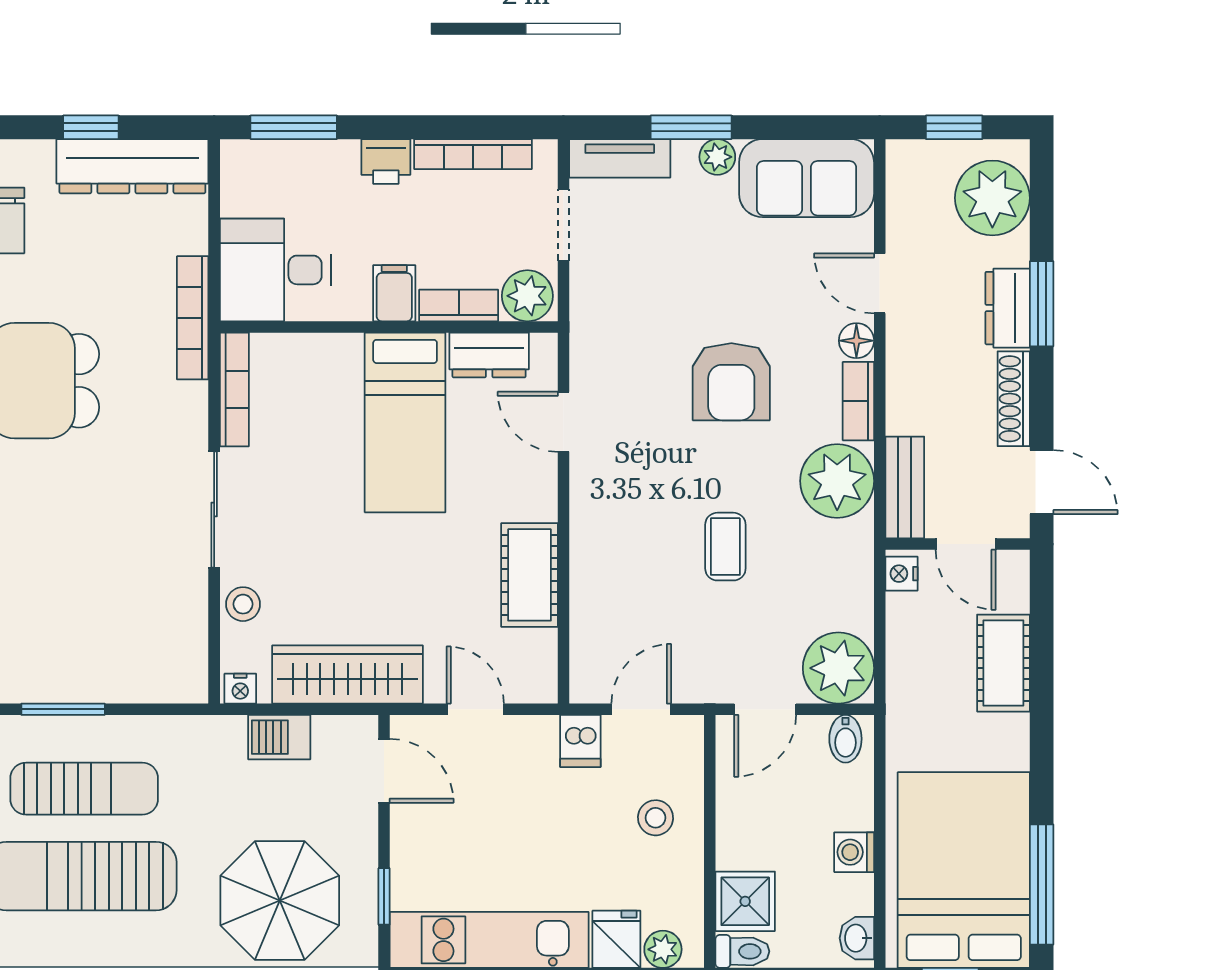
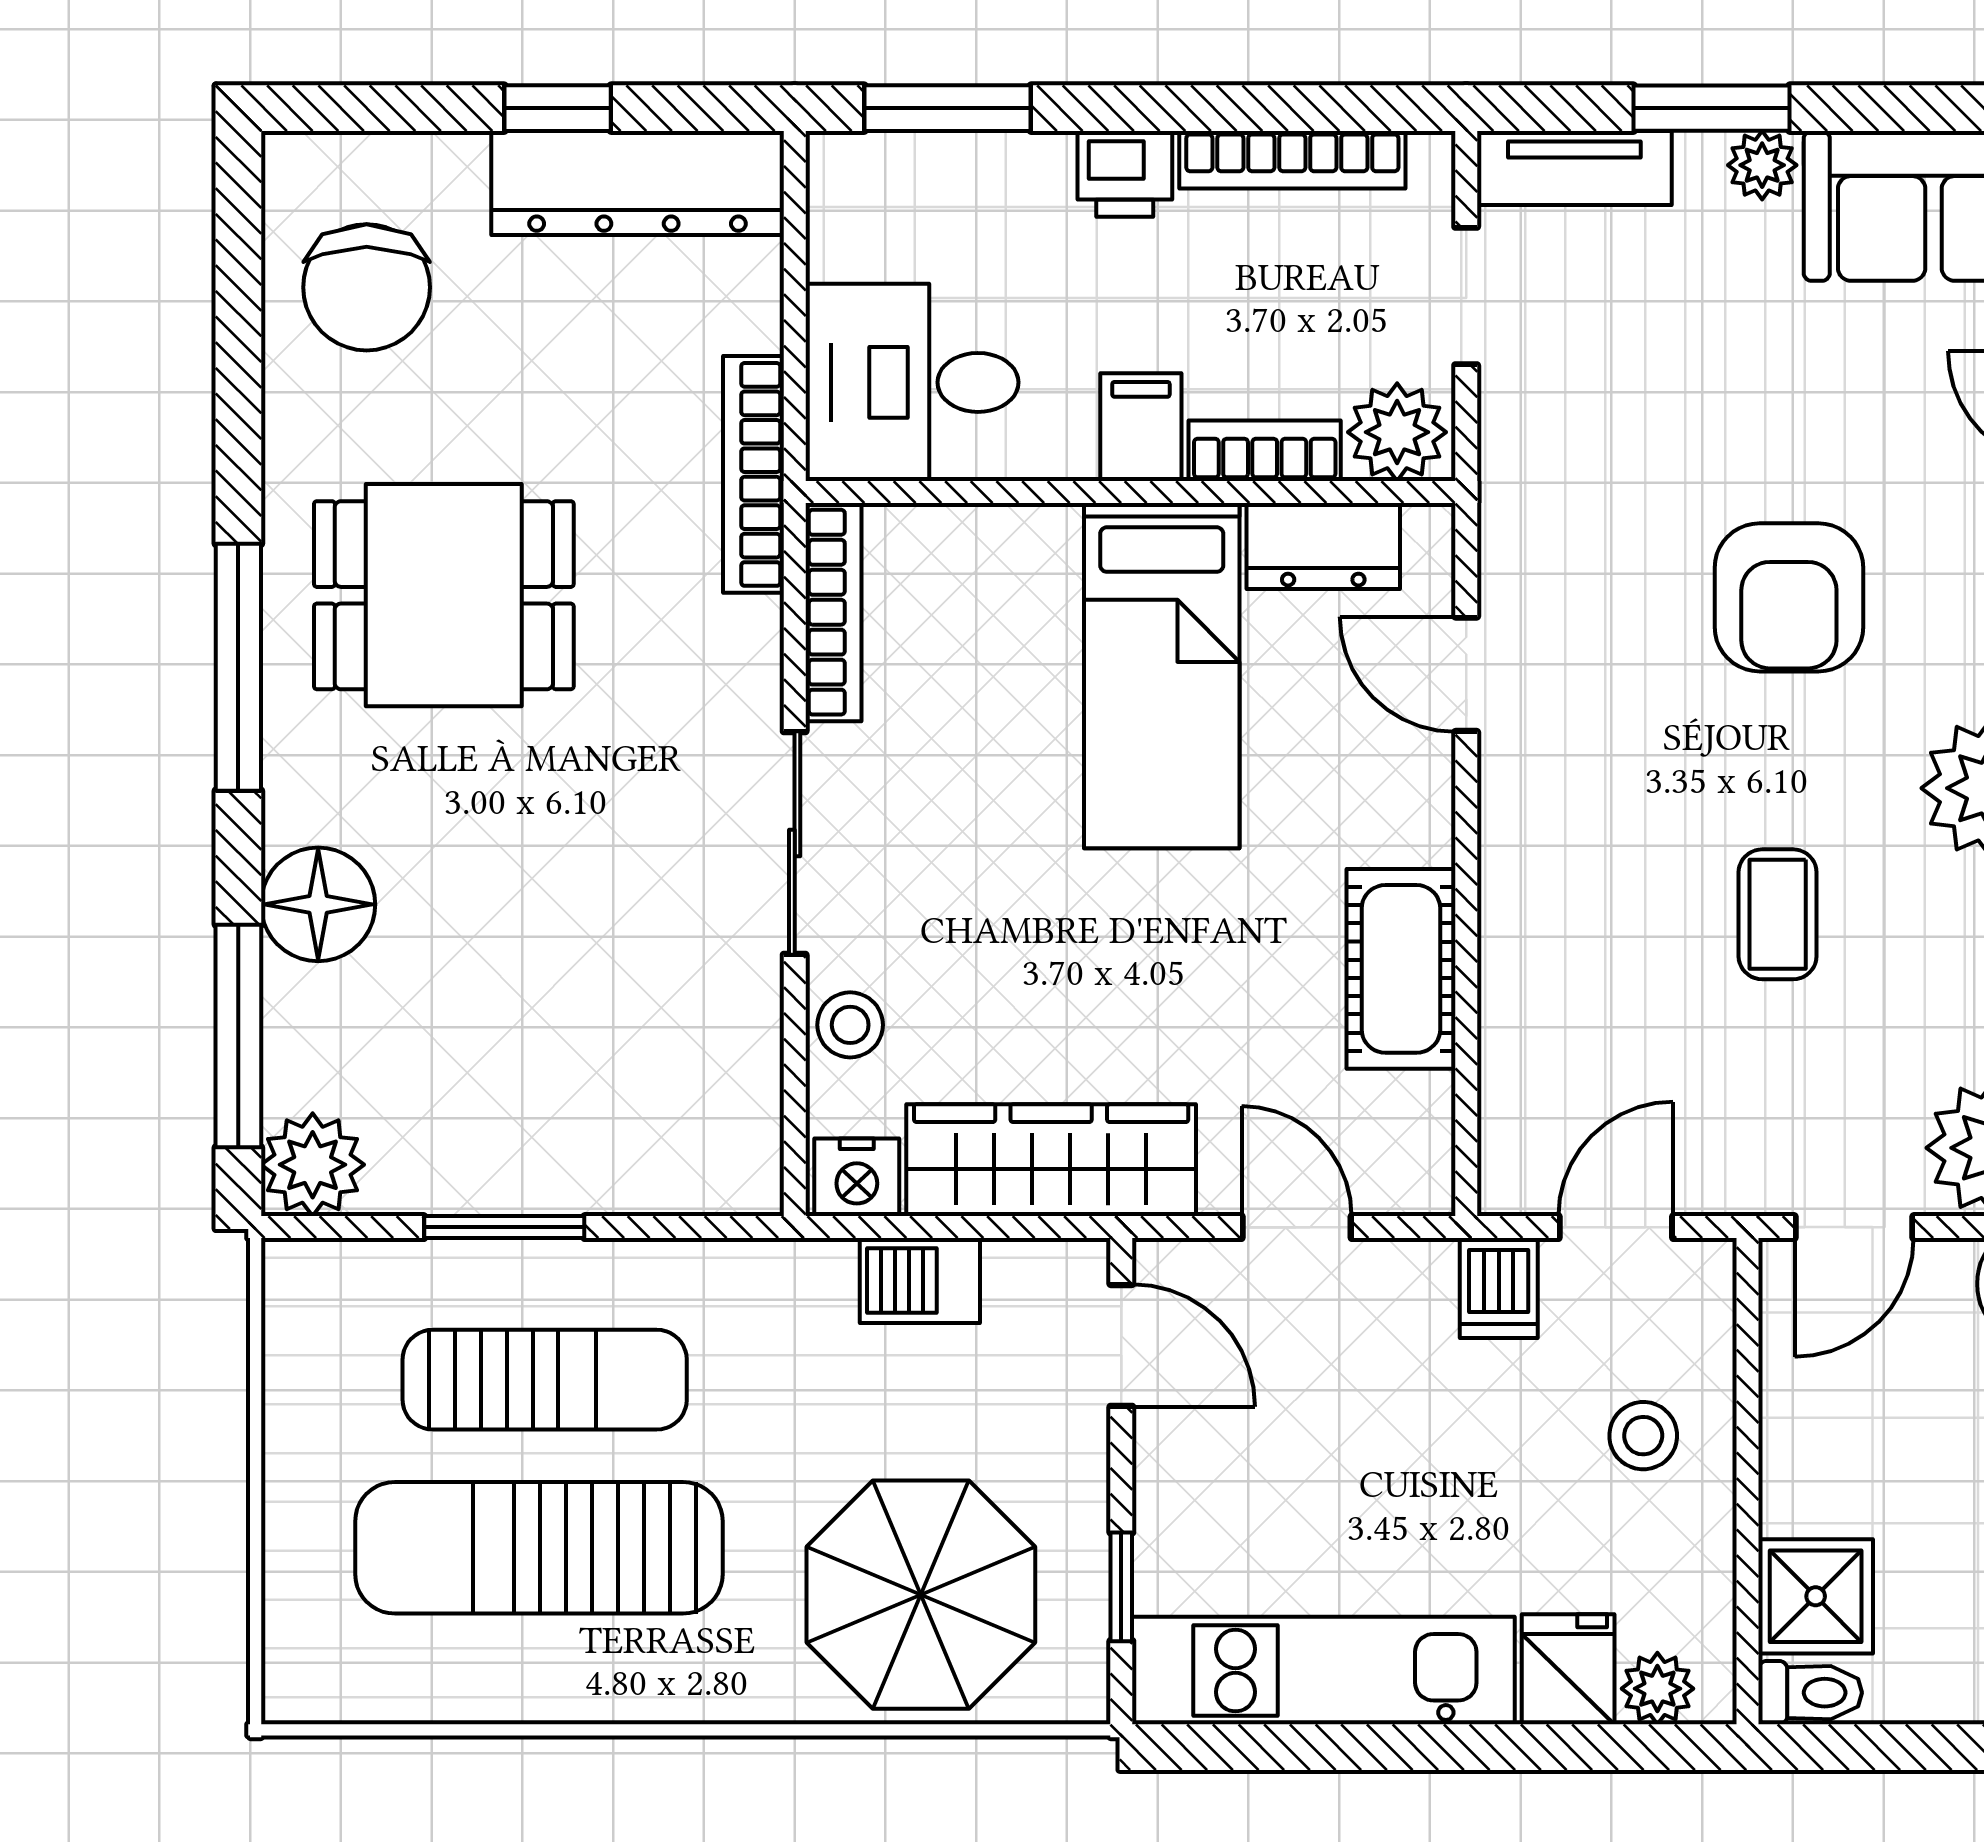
nightstand: (240, 689) -> (857, 1177), width x1.39, depth x1.35

